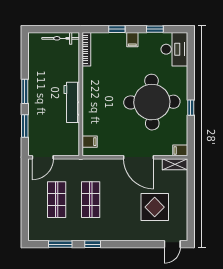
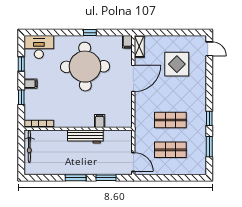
filing cabinet: (90, 142) -> (100, 121), moved

